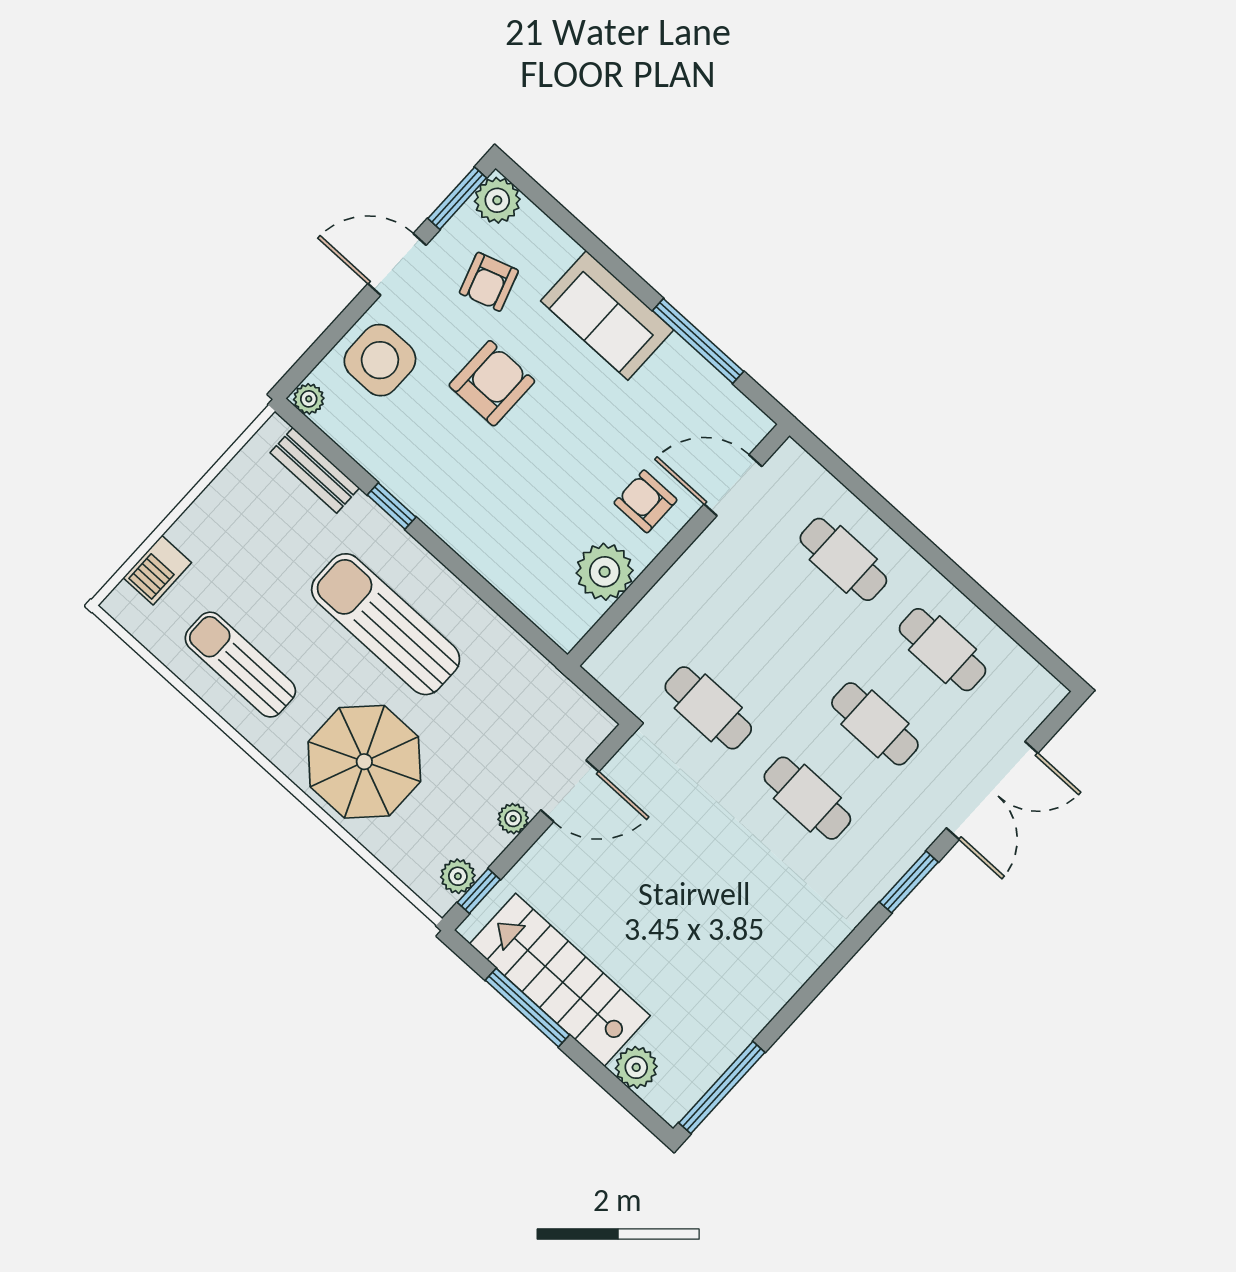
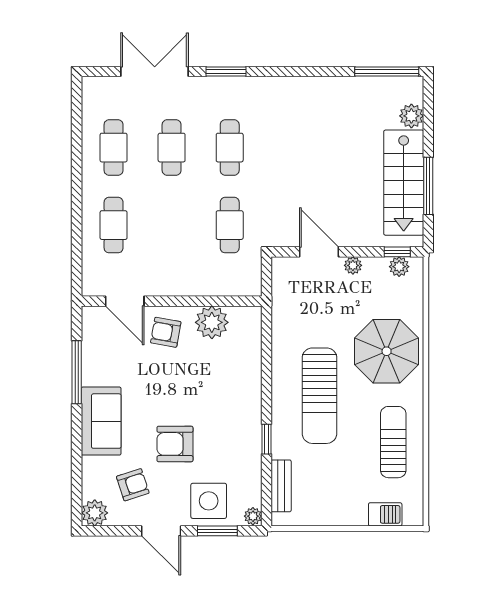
window: (457, 198) -> (217, 531), moved
armchair: (645, 501) -> (166, 332), turned 100
sun lounger: (240, 665) -> (393, 442), turned 180

